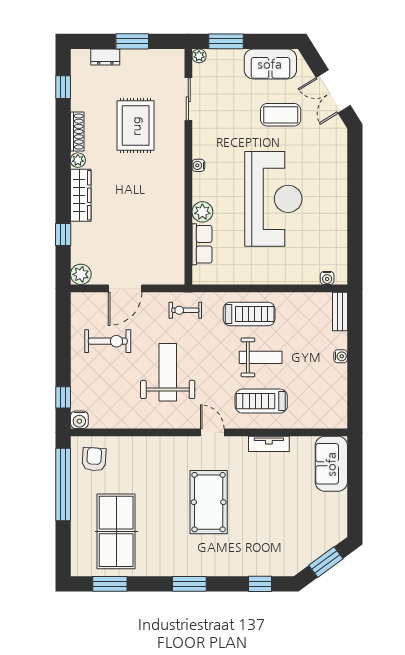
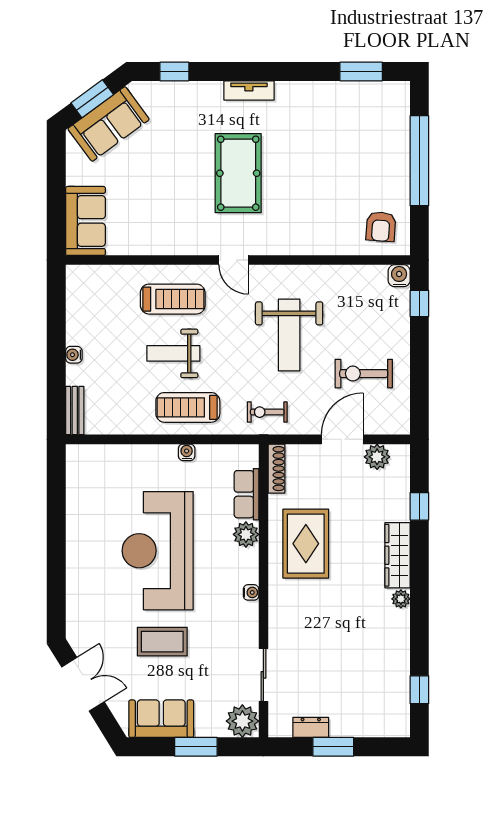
window: (226, 41) -> (196, 747), moved
plant: (199, 56) -> (242, 721), width x1.88, depth x1.88
dresser: (105, 57) -> (311, 727), moved
coffee table: (281, 115) -> (162, 642), moved
rug: (136, 126) -> (306, 544), moved
shoe rack: (77, 132) -> (276, 469), moved, turned 180
plant: (81, 274) -> (377, 457), moved
water cooler: (327, 278) -> (187, 452), moved
exercise bike: (185, 310) -> (267, 412), turned 180
tv unit: (269, 444) -> (249, 90), moved, turned 180
window: (63, 484) -> (419, 161), moved
table tennis table: (116, 531) -> (353, 137), removed
sofa: (313, 542) -> (109, 124), added
window: (189, 584) -> (262, 71), removed

